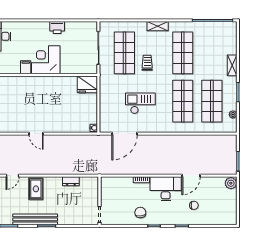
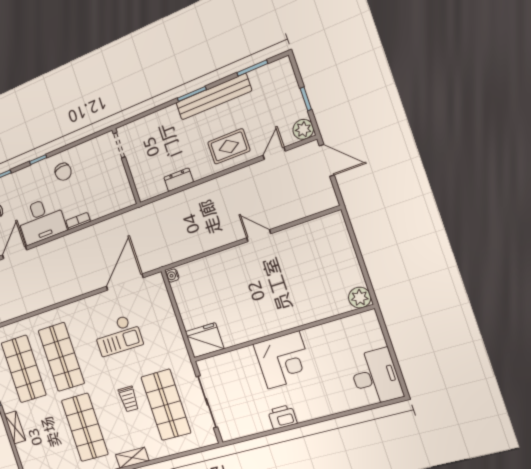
filing cabinet: (26, 67) -> (312, 338), removed
rug: (36, 189) -> (229, 146), turned 90

